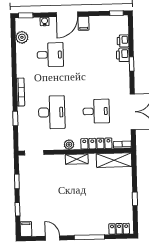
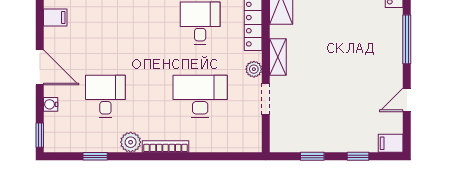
filing cabinet: (84, 23) -> (55, 18), moved
plant: (22, 37) -> (131, 142), moved
window: (15, 118) -> (95, 156), moved
doorway: (34, 153) -> (266, 99), moved

